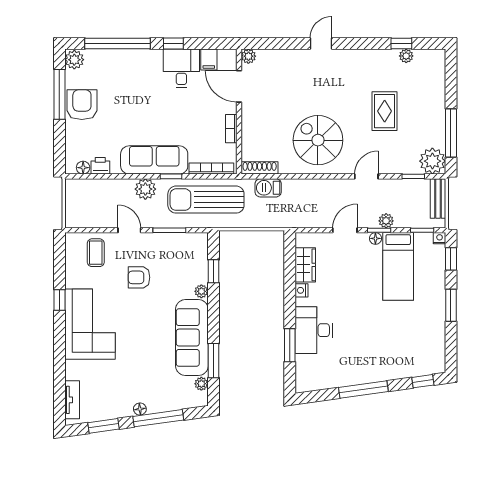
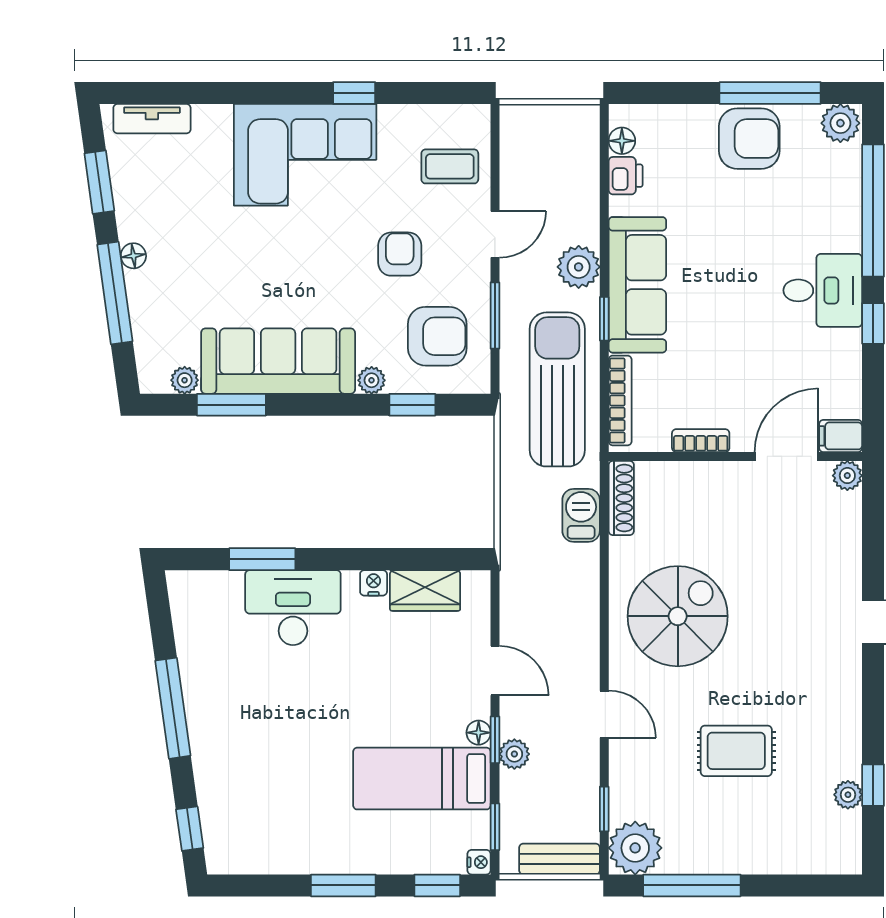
filing cabinet: (209, 60) -> (841, 436), moved
desk: (181, 68) -> (823, 290), moved
armchair: (180, 259) -> (437, 336), added

